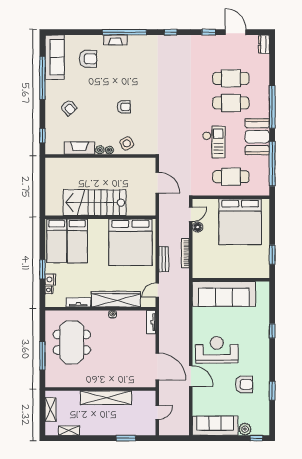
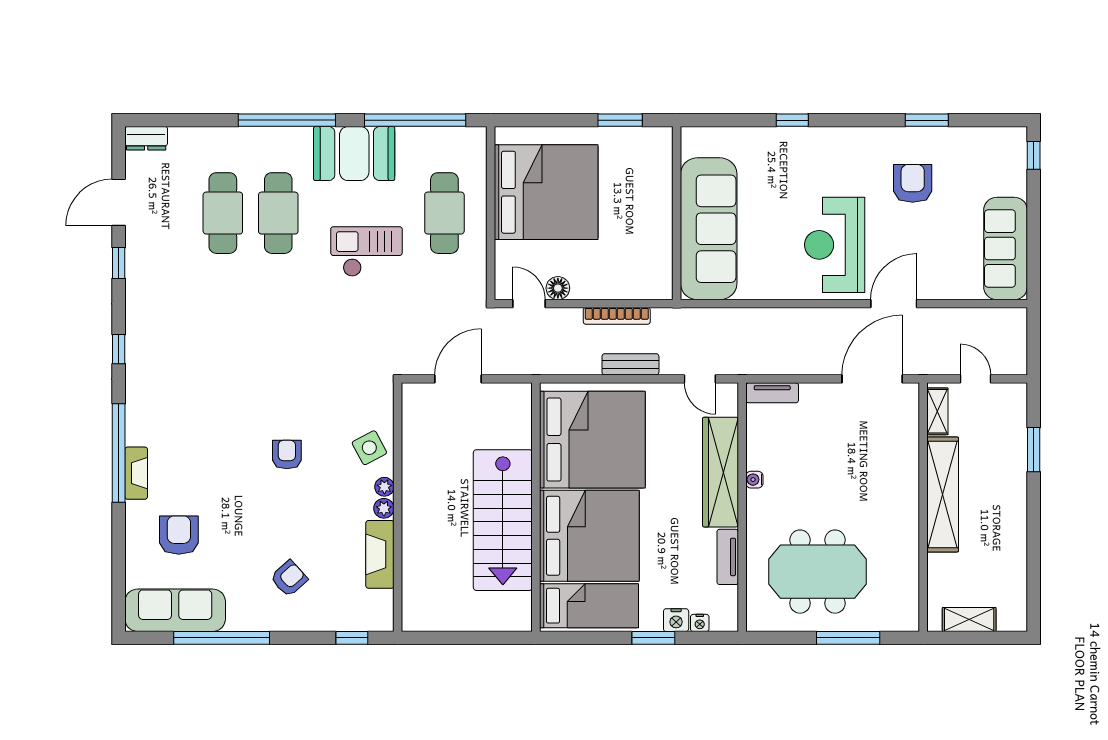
bed: (77, 241) -> (589, 536), width x2.04
plant: (245, 429) -> (1013, 181), removed
shelving: (69, 431) -> (937, 411), moved

